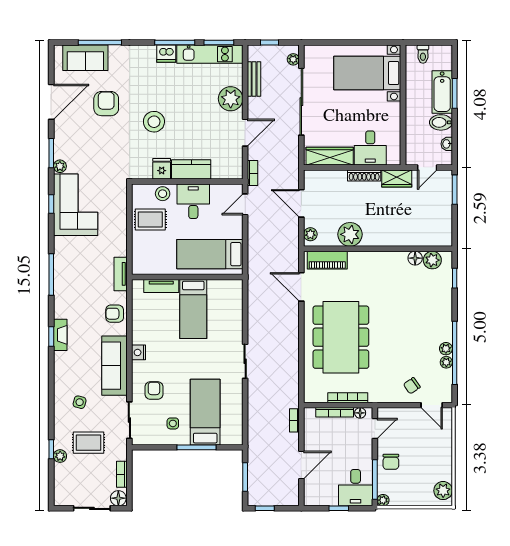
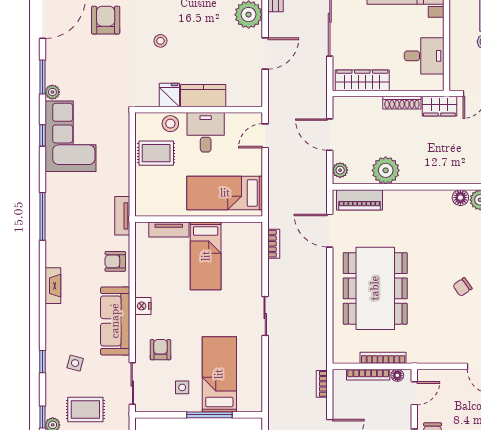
stool: (154, 122) -> (160, 41), width x0.53, depth x0.53
desk: (370, 148) -> (424, 56), moved, turned -90
bookcase: (253, 173) -> (274, 244), moved
window: (51, 337) -> (42, 362), moved
chair: (412, 386) -> (462, 287), moved

